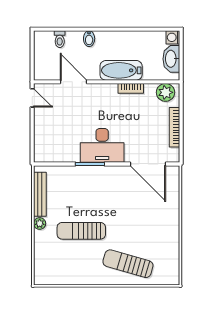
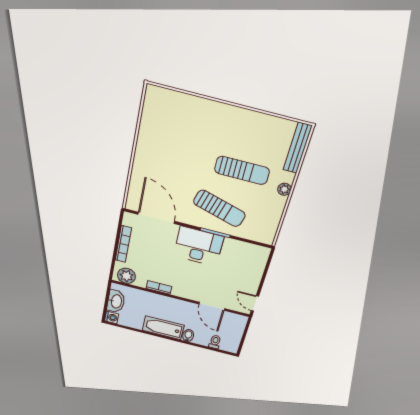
bathtub: (121, 70) -> (163, 328), moved, turned 180
bench: (40, 194) -> (297, 148), moved
sun lounger: (128, 264) -> (219, 208), moved

